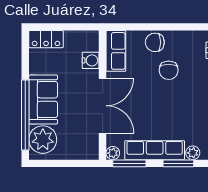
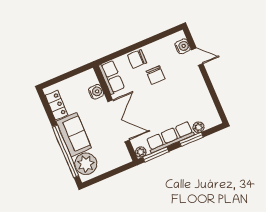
locker: (46, 39) -> (56, 105), moved, turned -90

